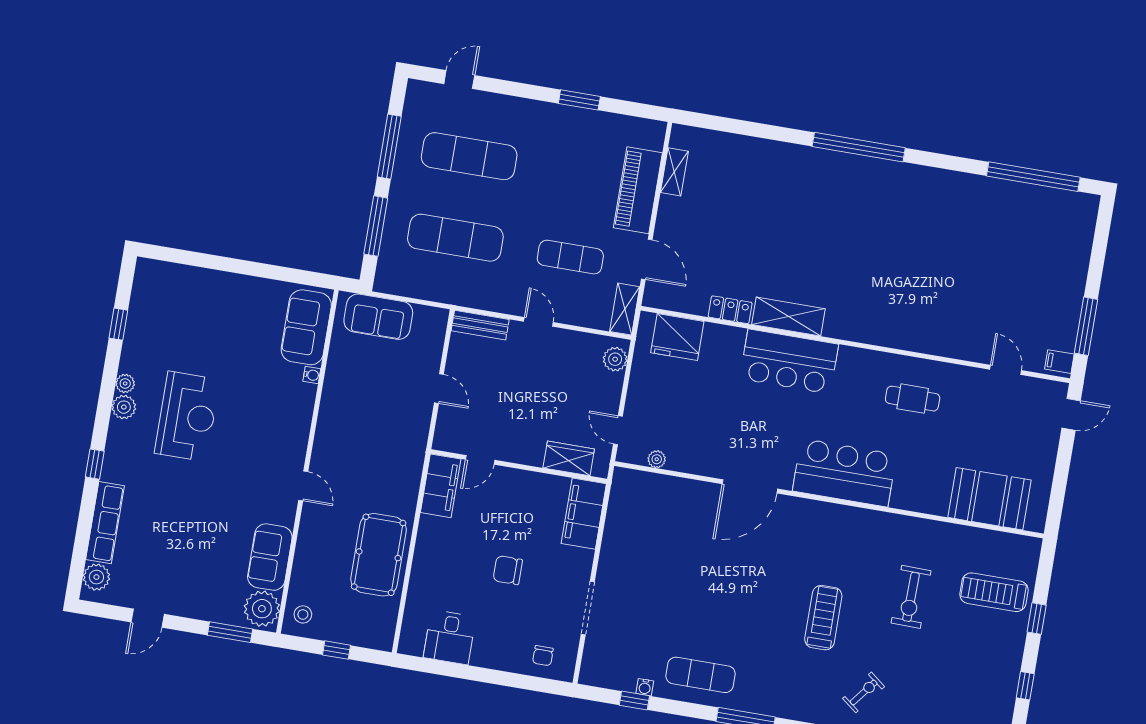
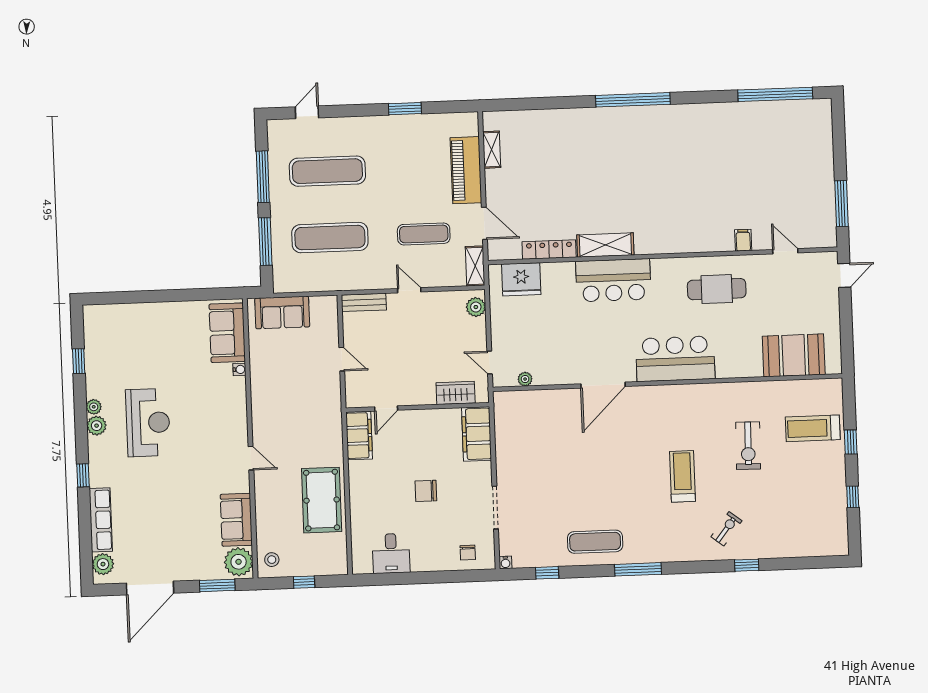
locker: (730, 310) -> (549, 250), width x1.53
filing cabinet: (1059, 362) -> (743, 240), moved, turned 90
cafe table: (913, 399) -> (717, 289), width x1.37, depth x1.35
door: (148, 618) -> (150, 588), width x1.88
water cooler: (645, 687) -> (505, 562), moved

